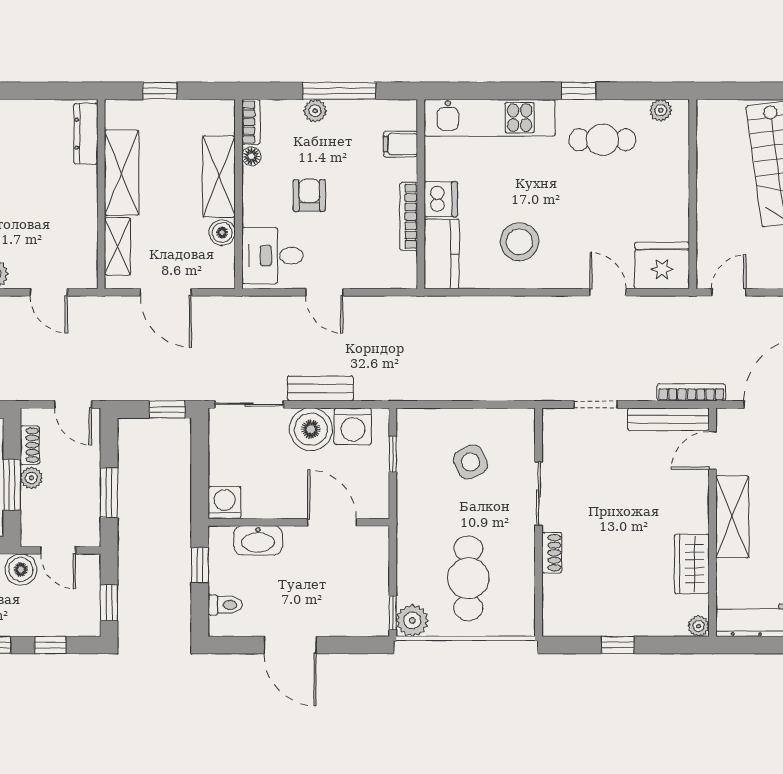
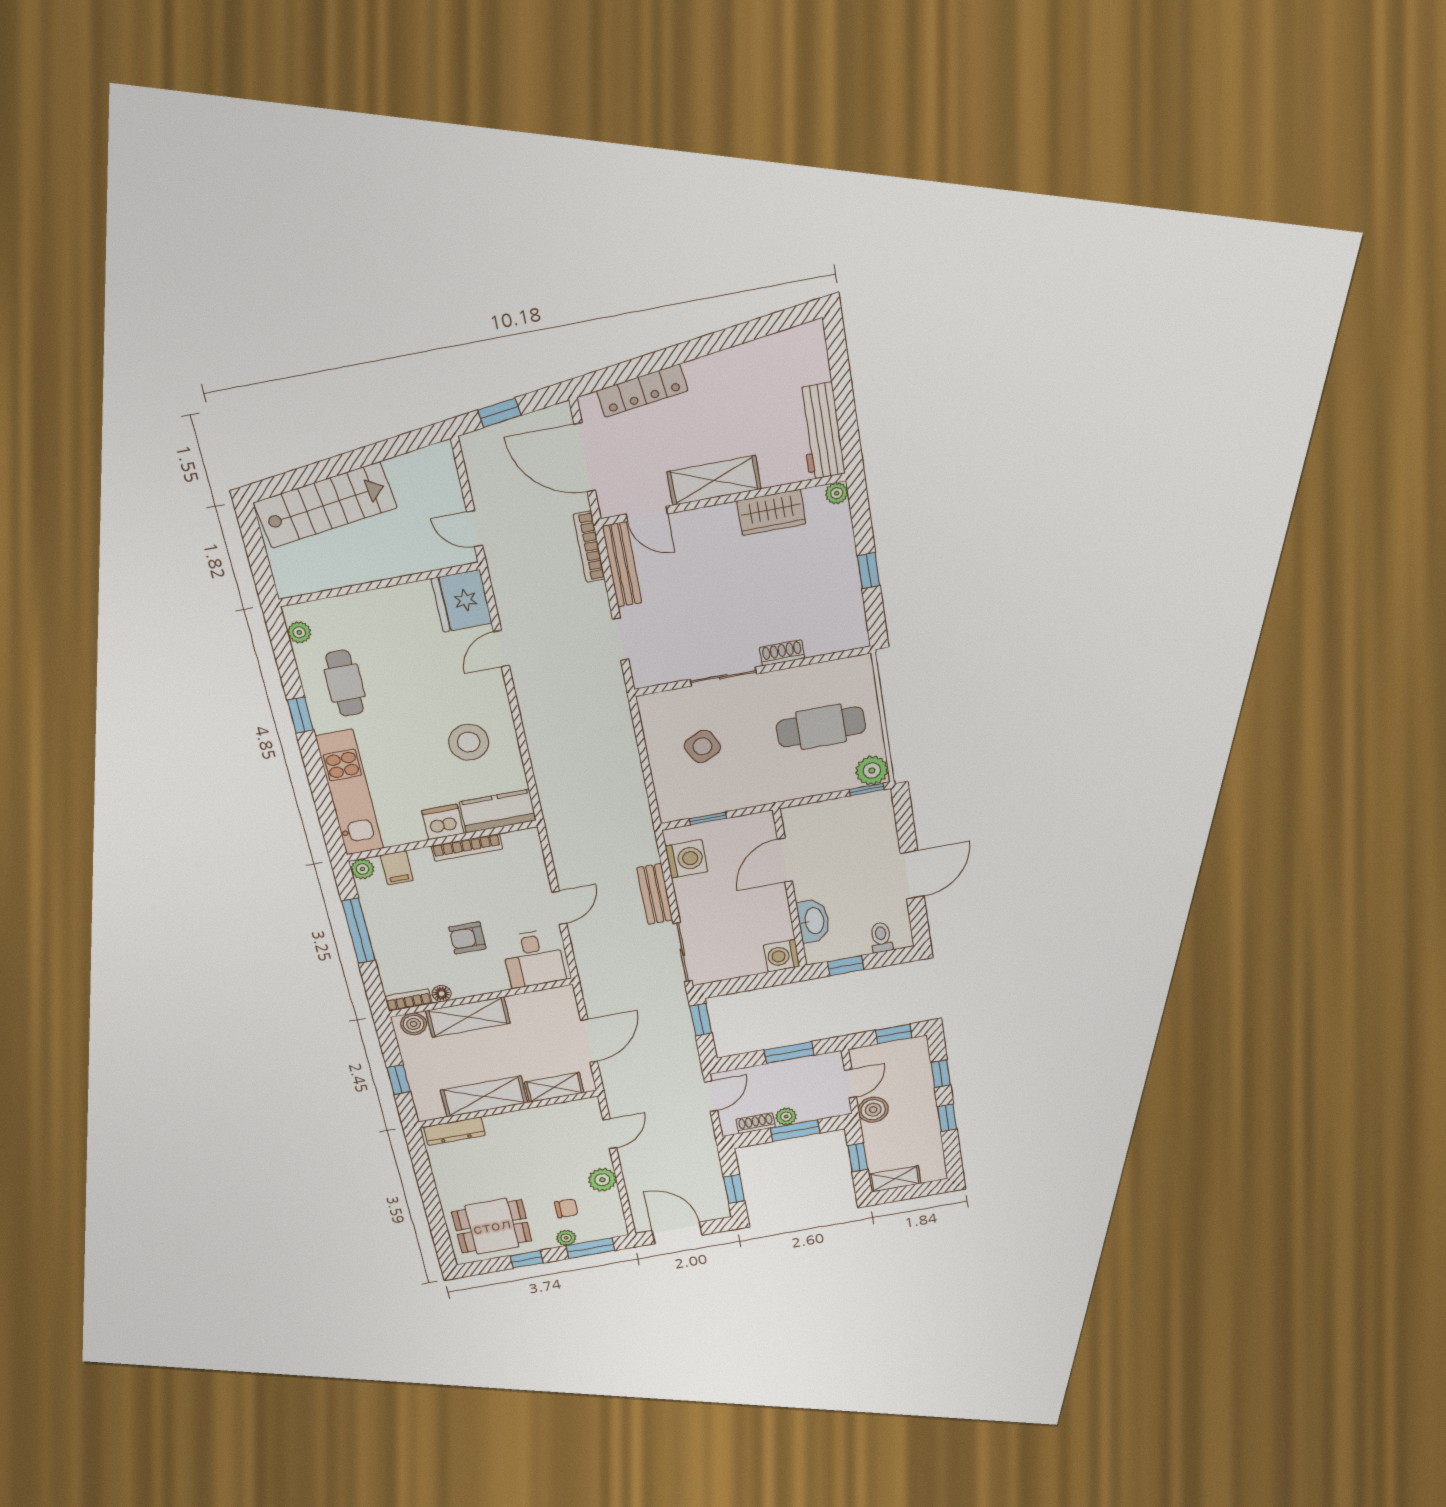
plant: (315, 111) -> (362, 869), moved
boiler: (222, 233) -> (414, 1024), moved
boiler: (311, 429) -> (696, 895), removed

